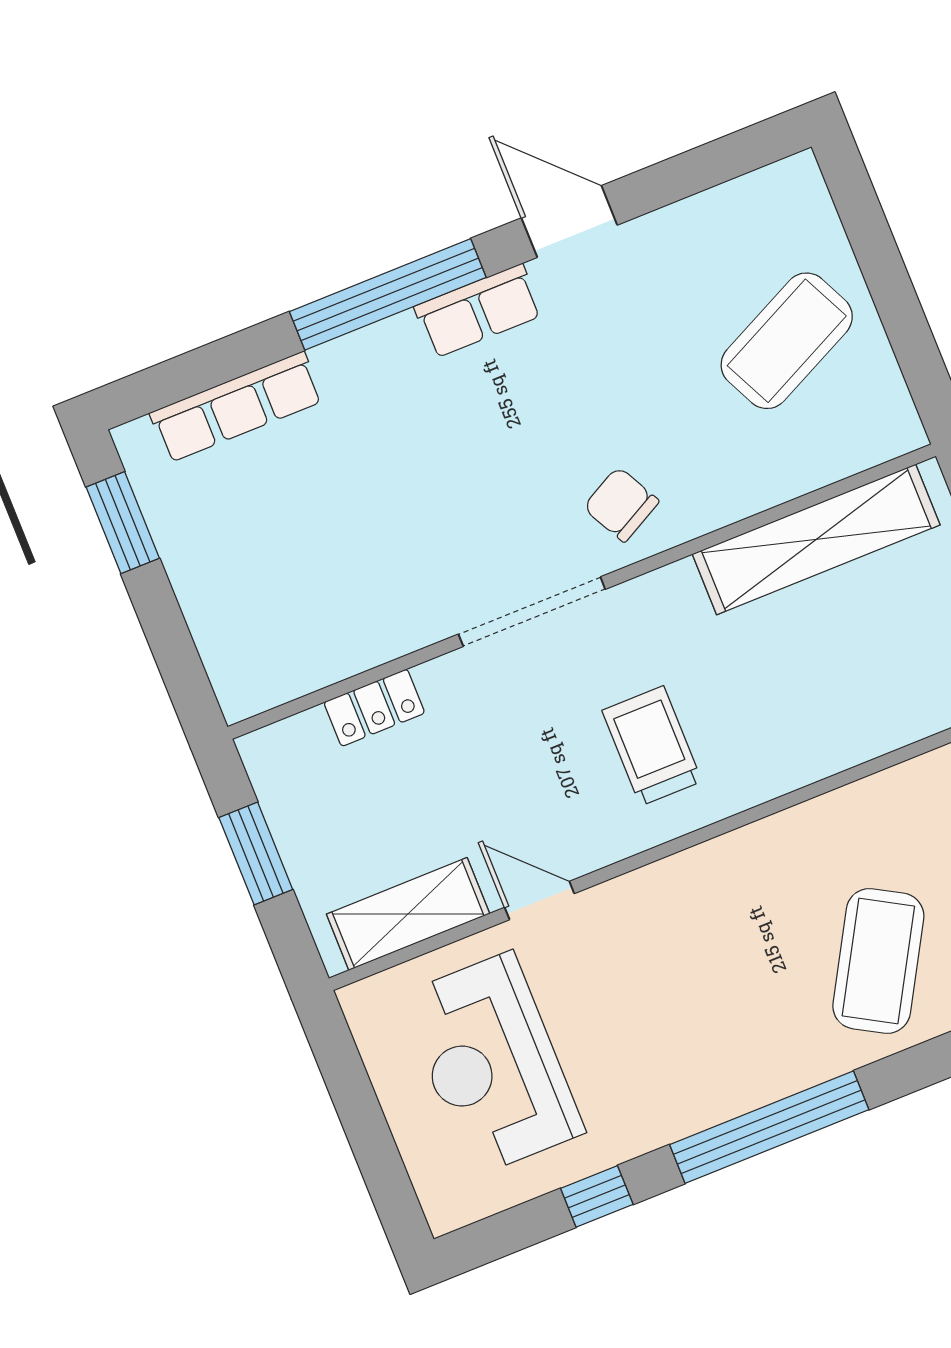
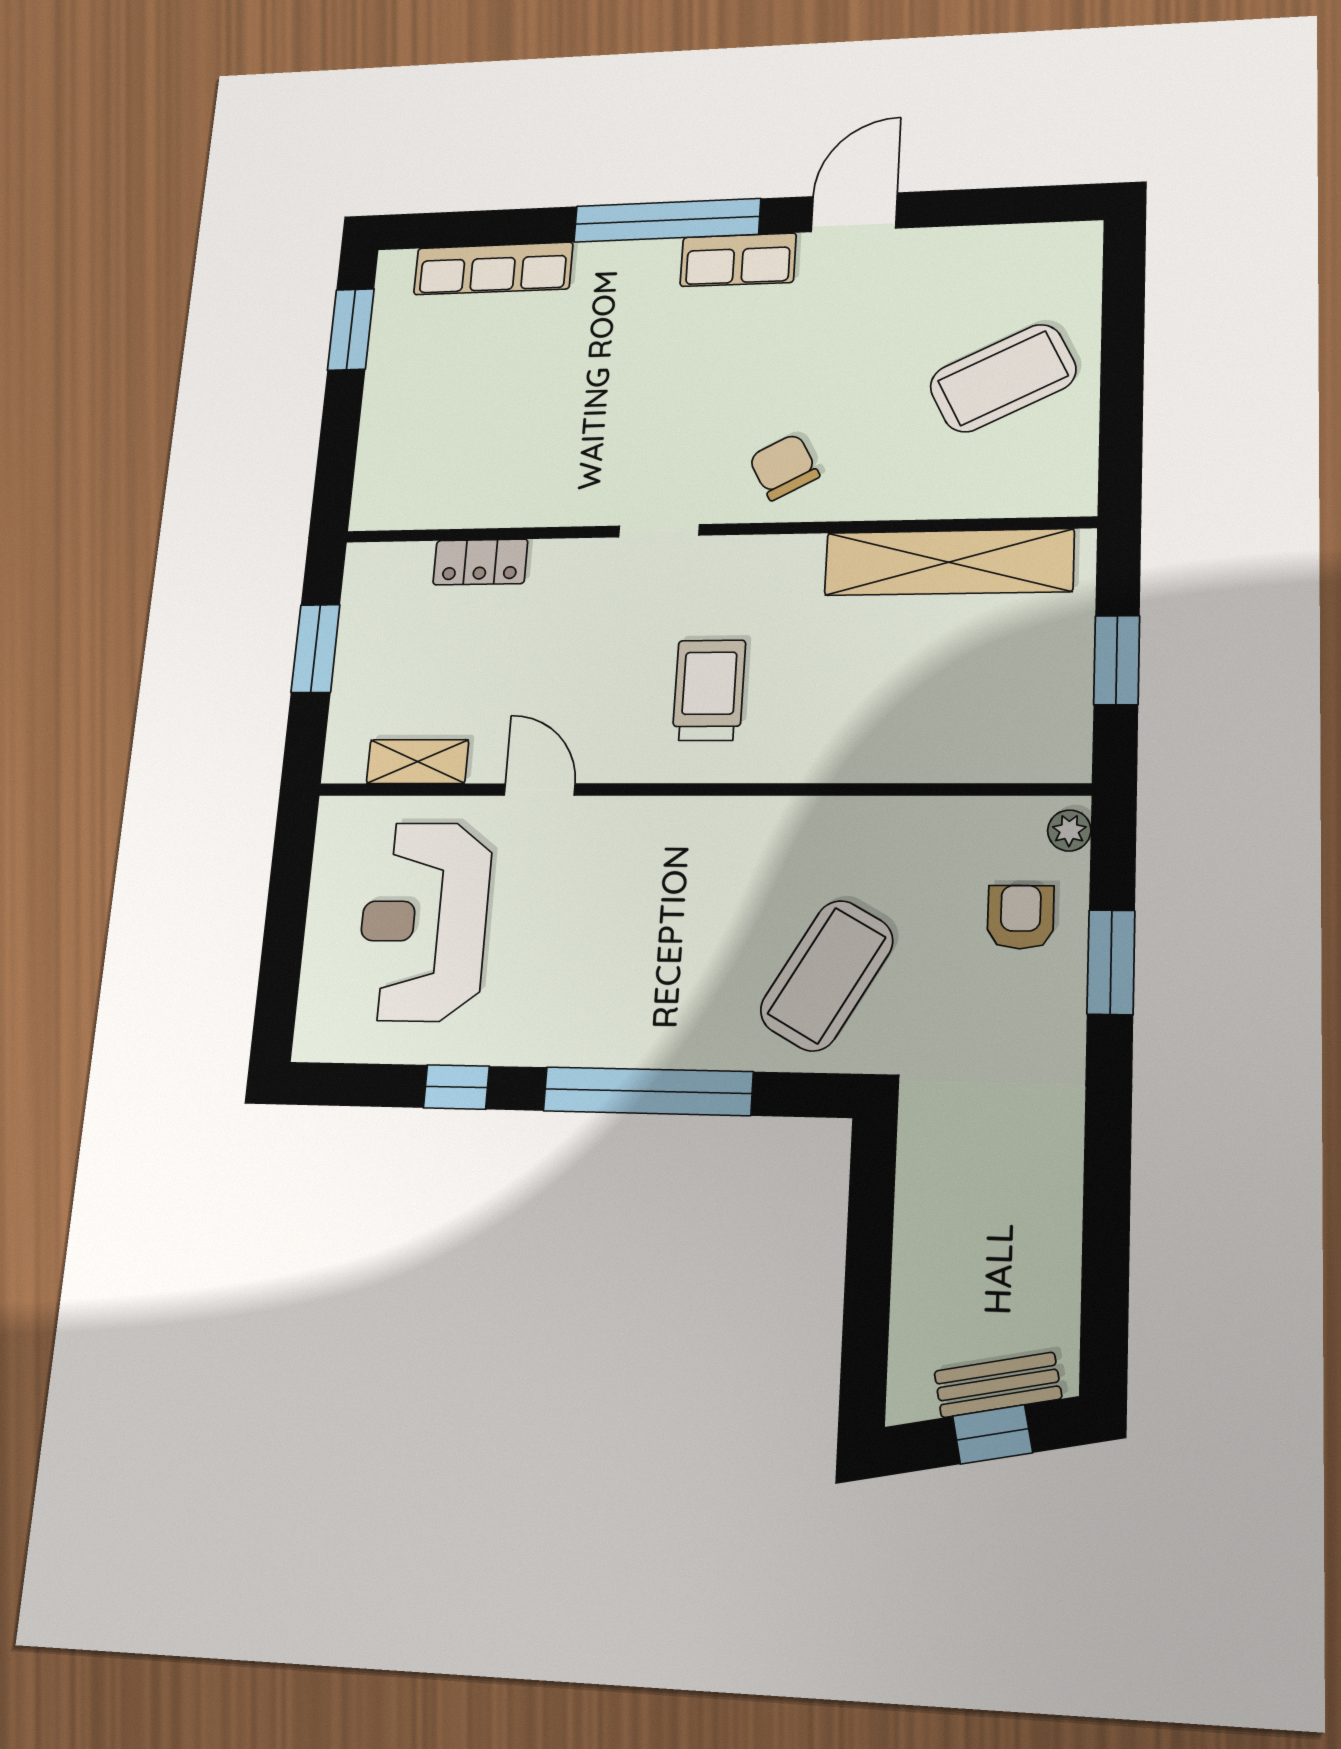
door: (569, 221) -> (854, 212), hinge flipped
doorway: (532, 612) -> (659, 531), width x0.53
shelving: (408, 914) -> (417, 762), width x0.67, depth x0.75

